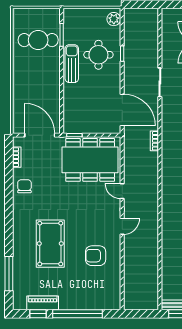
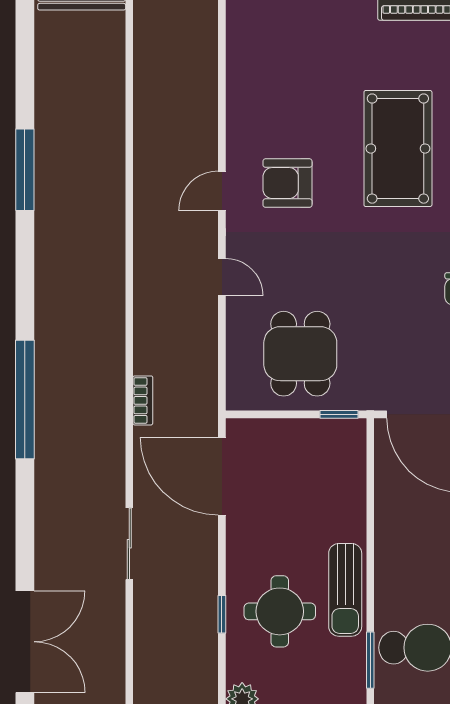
dining table: (90, 160) -> (300, 354), width x0.53, depth x0.80
armchair: (96, 256) -> (287, 183), moved, turned 180

